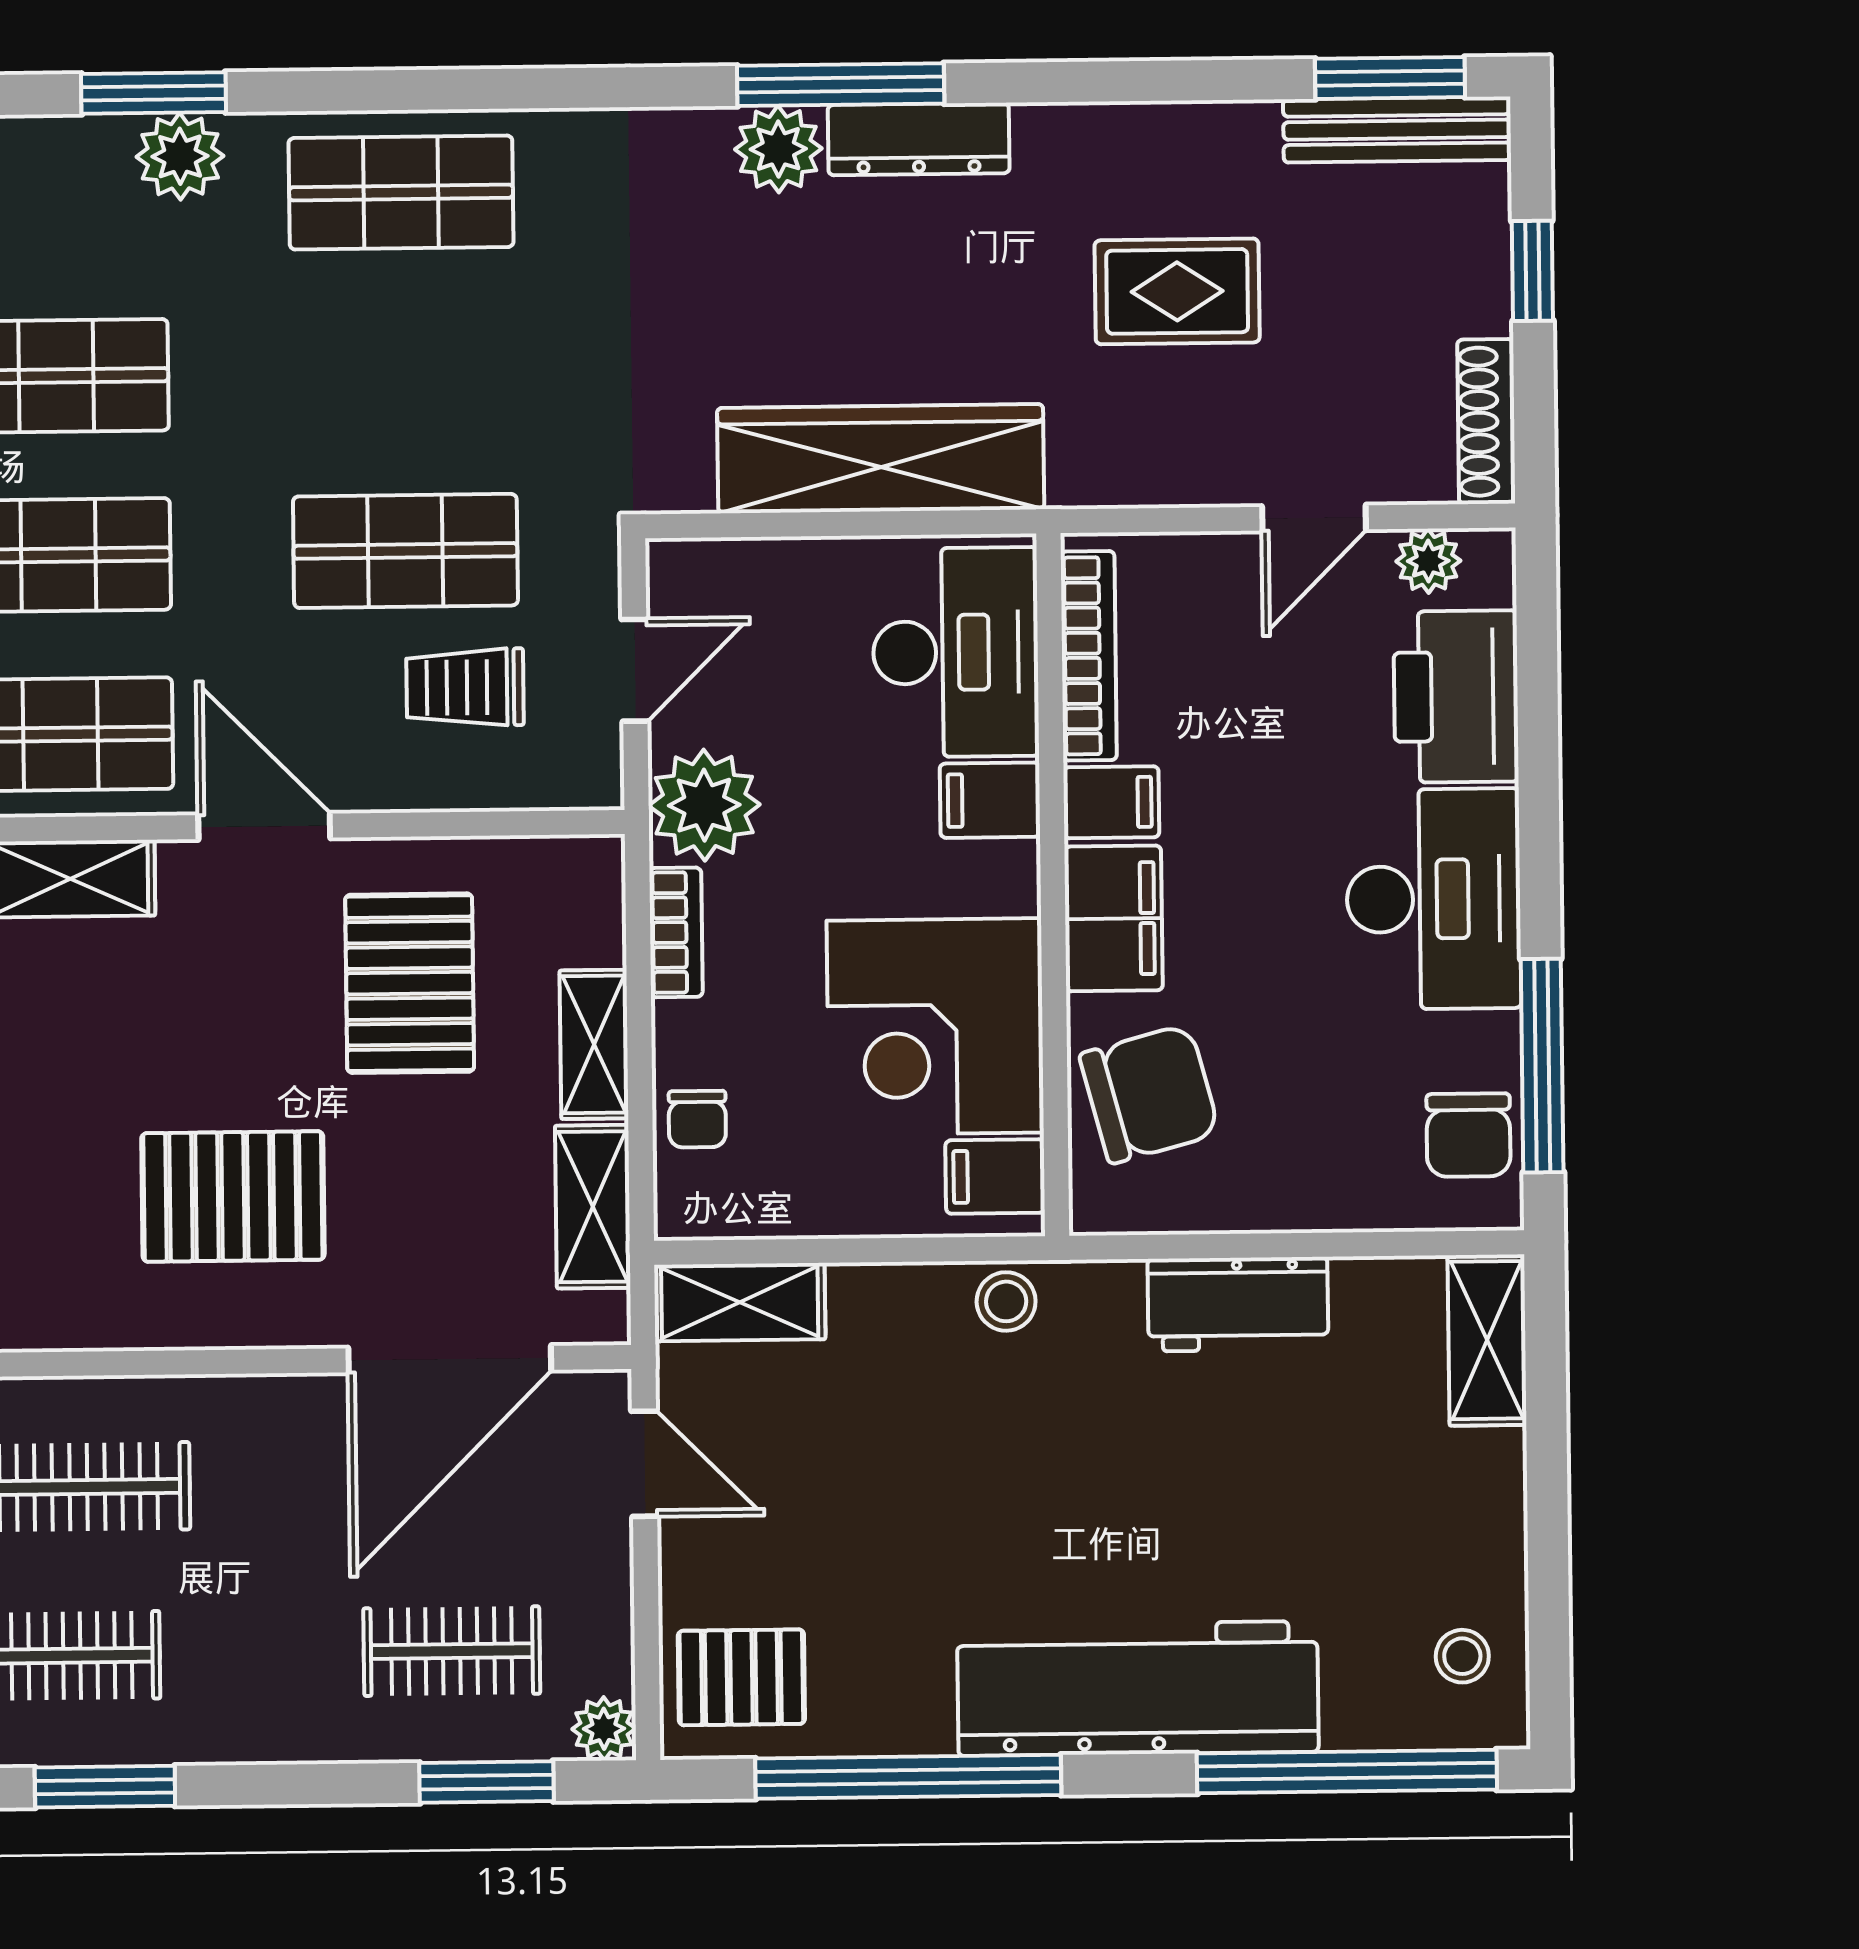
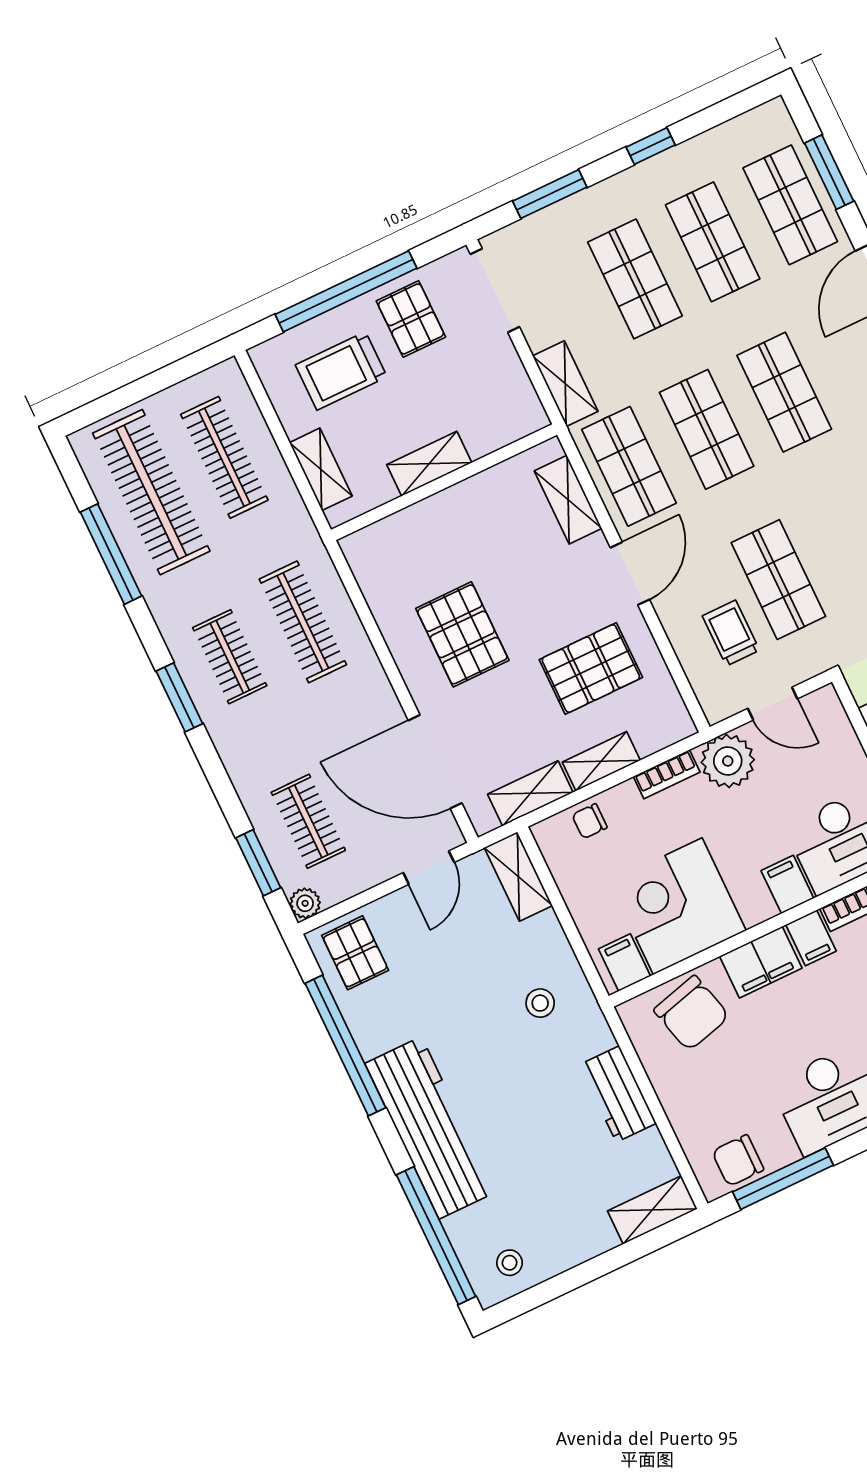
stool: (1006, 1301) -> (540, 1003), moved

